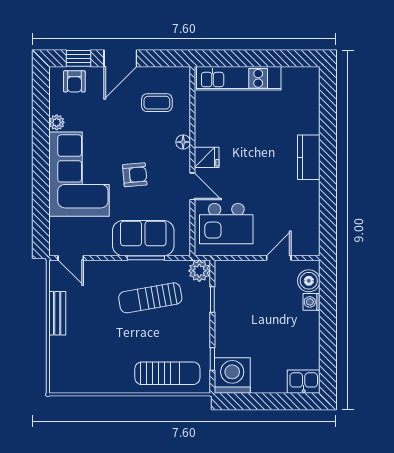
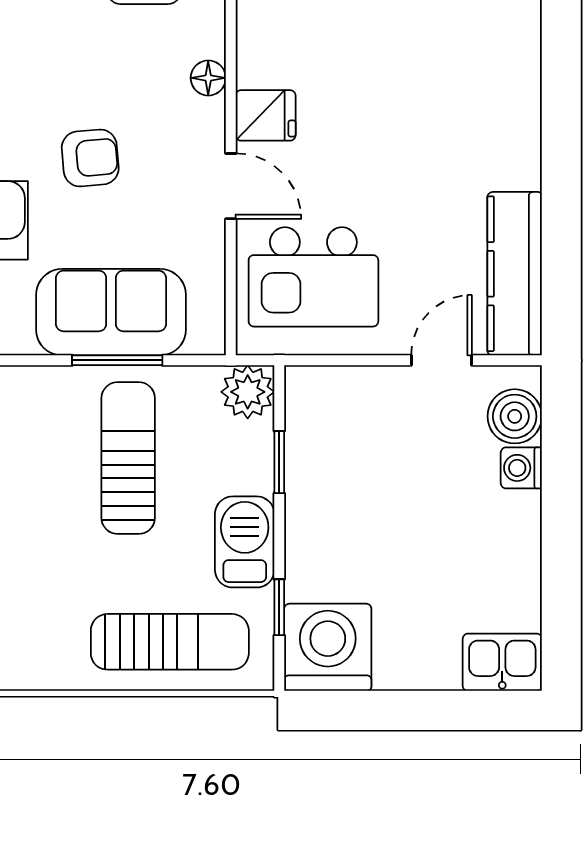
kitchen counter: (309, 157) -> (515, 274), moved, width x1.50
sun lounger: (150, 298) -> (128, 458), turned 100
barbecue: (198, 332) -> (245, 542), added

